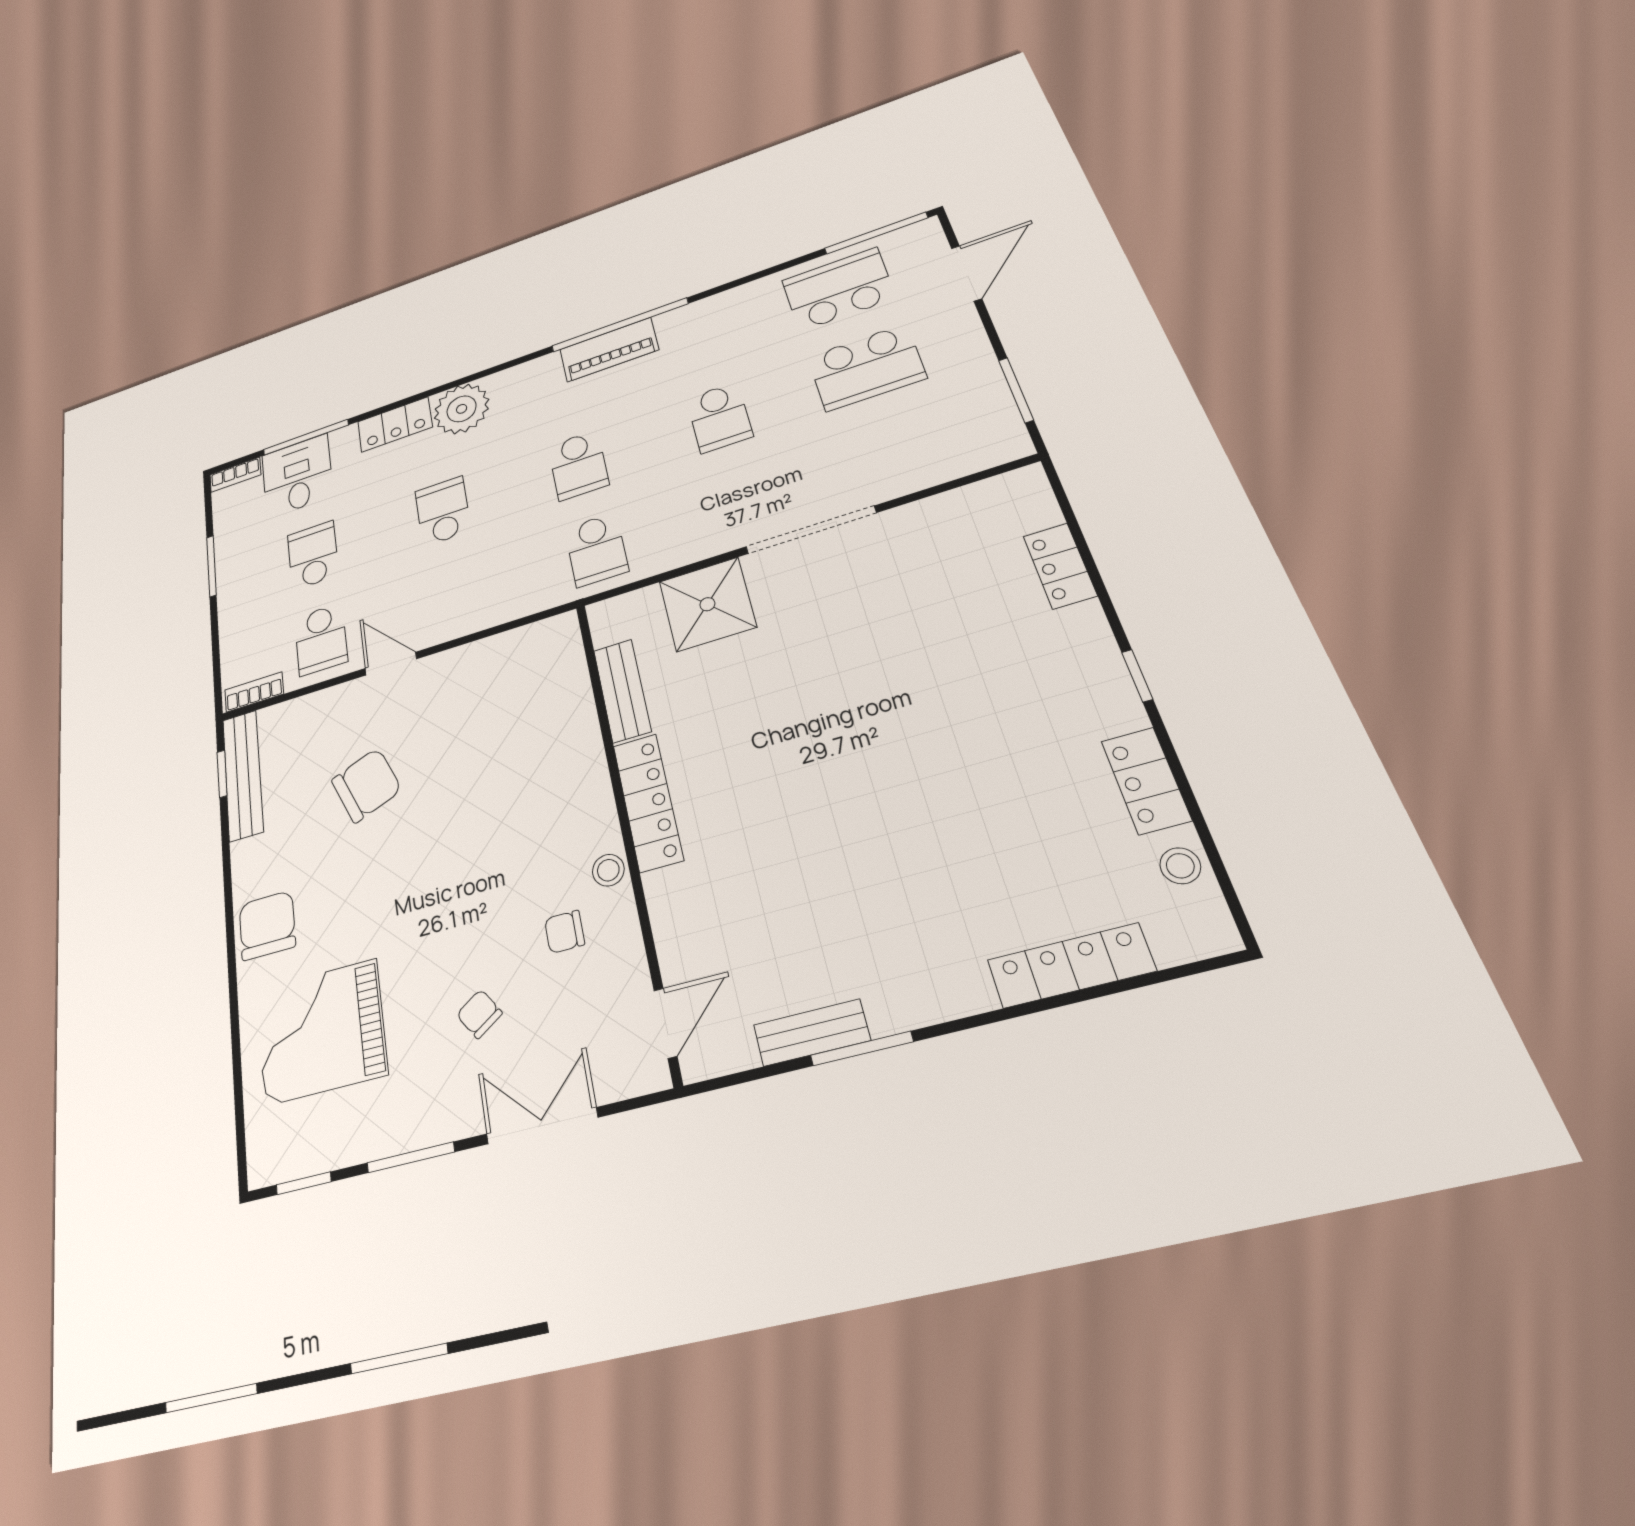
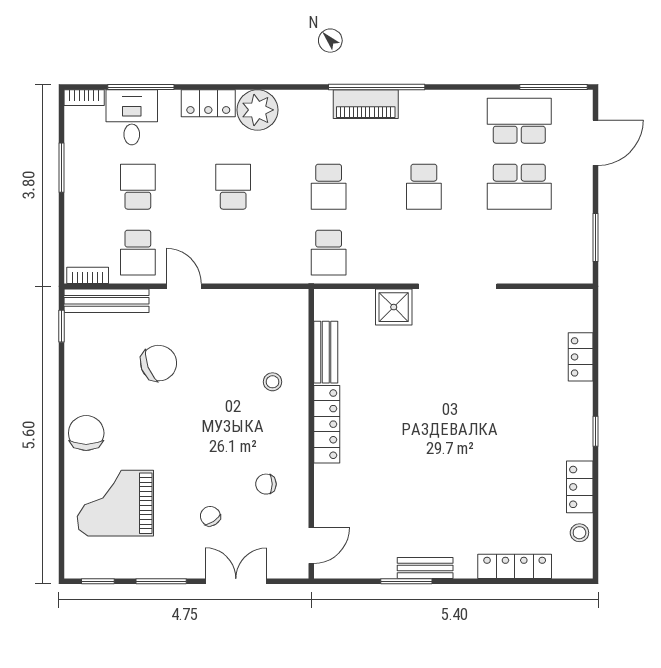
shower: (707, 604) -> (394, 307), width x0.73, depth x0.73
bench: (243, 775) -> (107, 301), moved, turned 90
stool: (608, 870) -> (273, 382), moved
bench: (812, 1033) -> (425, 568), moved

